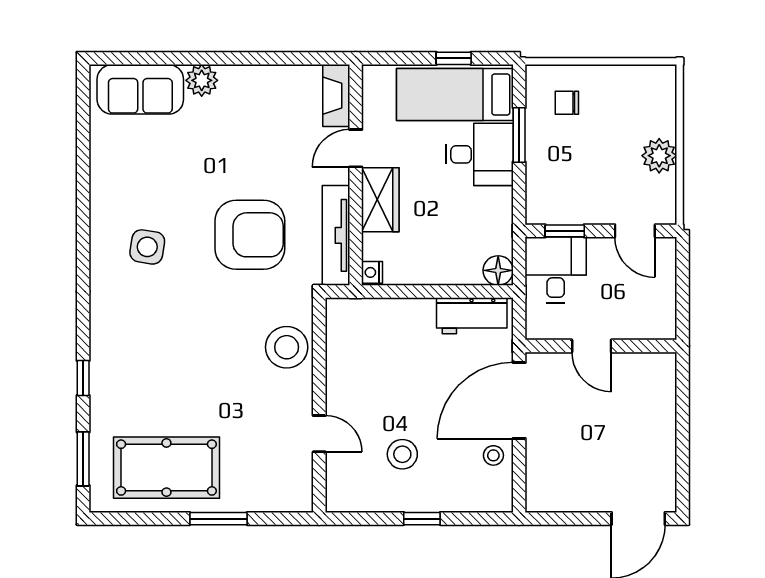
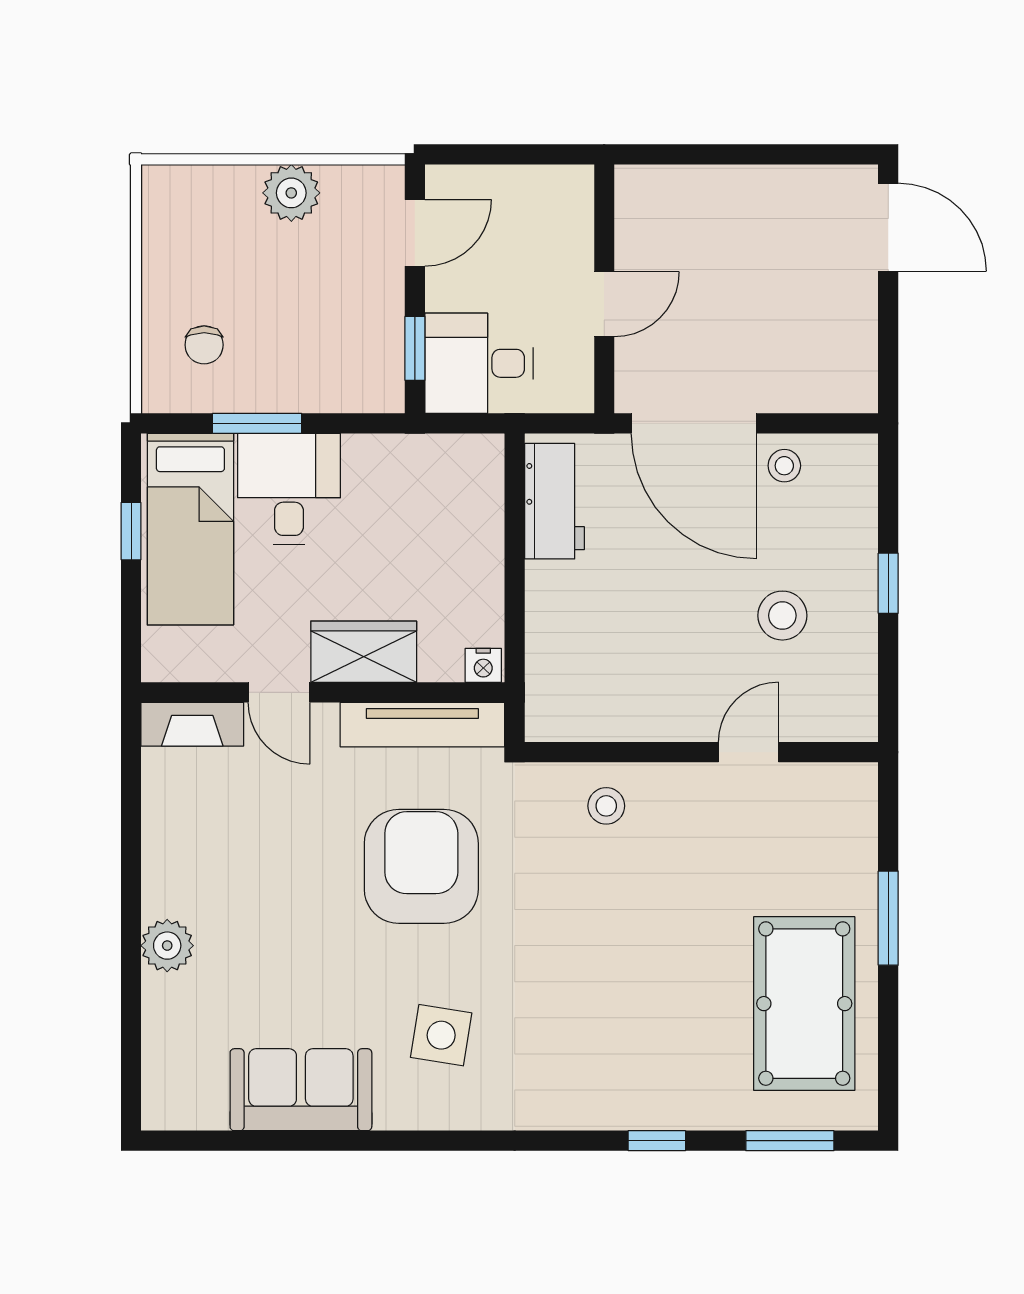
sofa: (140, 89) -> (301, 1090), moved, turned -90
floor lamp: (498, 270) -> (480, 458), removed
stool: (287, 347) -> (606, 806), width x0.53, depth x0.53

